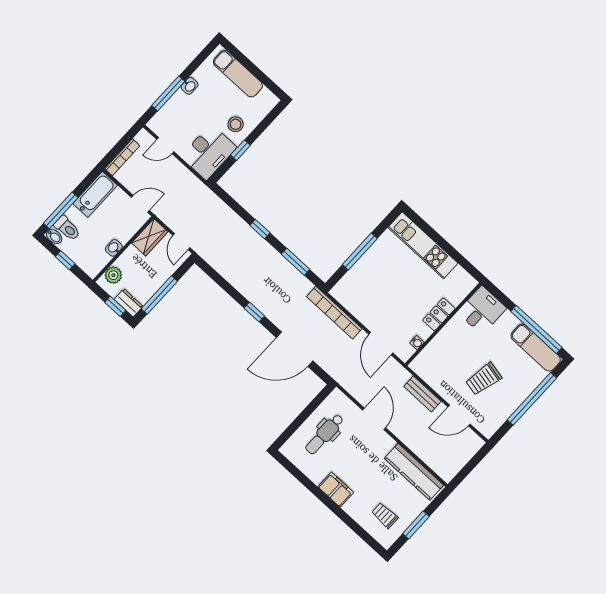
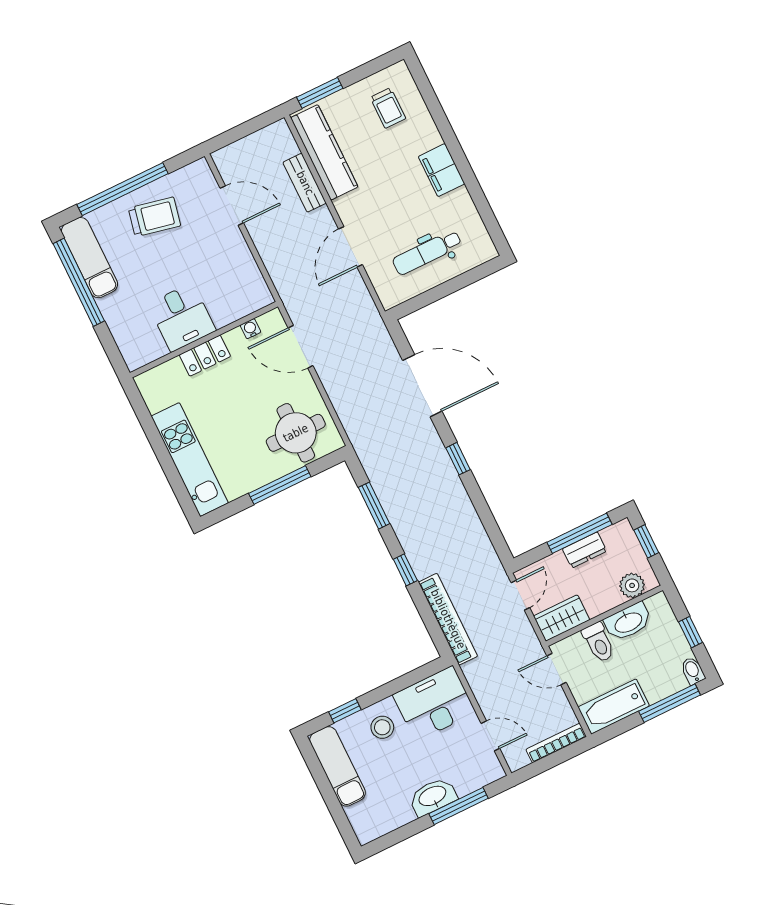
exam couch: (238, 74) -> (338, 766), moved
washbasin: (190, 86) -> (433, 797), width x1.91, depth x1.45
window: (240, 150) -> (345, 711), moved
toilet: (67, 228) -> (599, 642), moved, turned 180
washbasin: (114, 248) -> (628, 622), width x1.91, depth x1.45
round table: (363, 288) -> (296, 433), added
dresser: (129, 303) -> (585, 550), moved, turned -90
desk: (482, 310) -> (182, 317), moved, turned -90
bookcase: (334, 313) -> (448, 619), moved
door: (381, 344) -> (301, 347), swing flipped
trolley: (483, 379) -> (154, 217), moved
bench: (422, 394) -> (305, 183), moved
dental chair: (325, 434) -> (427, 252), turned 180
window: (416, 525) -> (320, 93), moved

